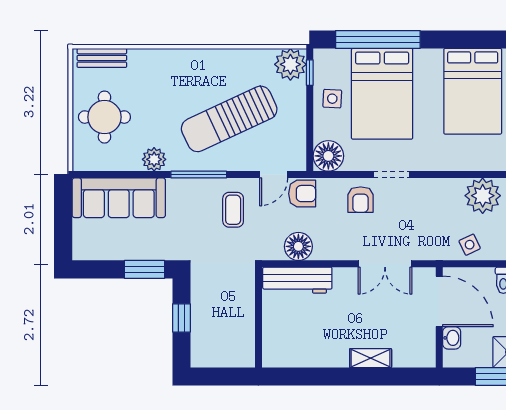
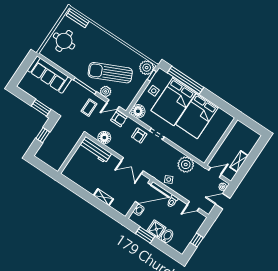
bed: (473, 91) -> (197, 116), moved
plant: (154, 159) -> (106, 91), moved
door: (439, 301) -> (143, 193), hinge flipped

